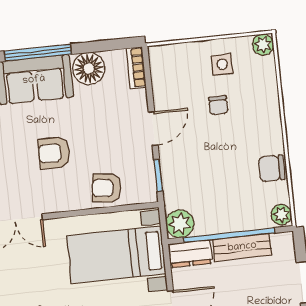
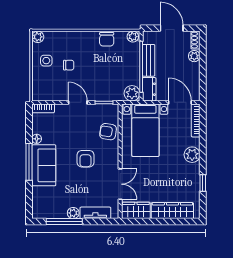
floor lamp: (89, 68) -> (37, 139), width x0.53, depth x0.53
armchair: (107, 188) -> (108, 132), turned 92

